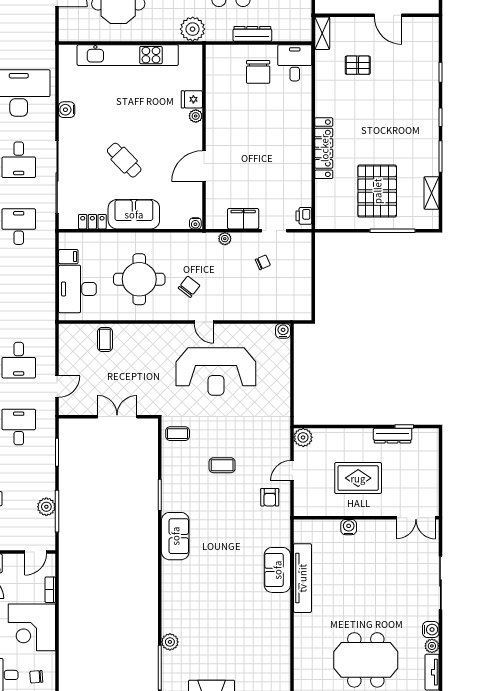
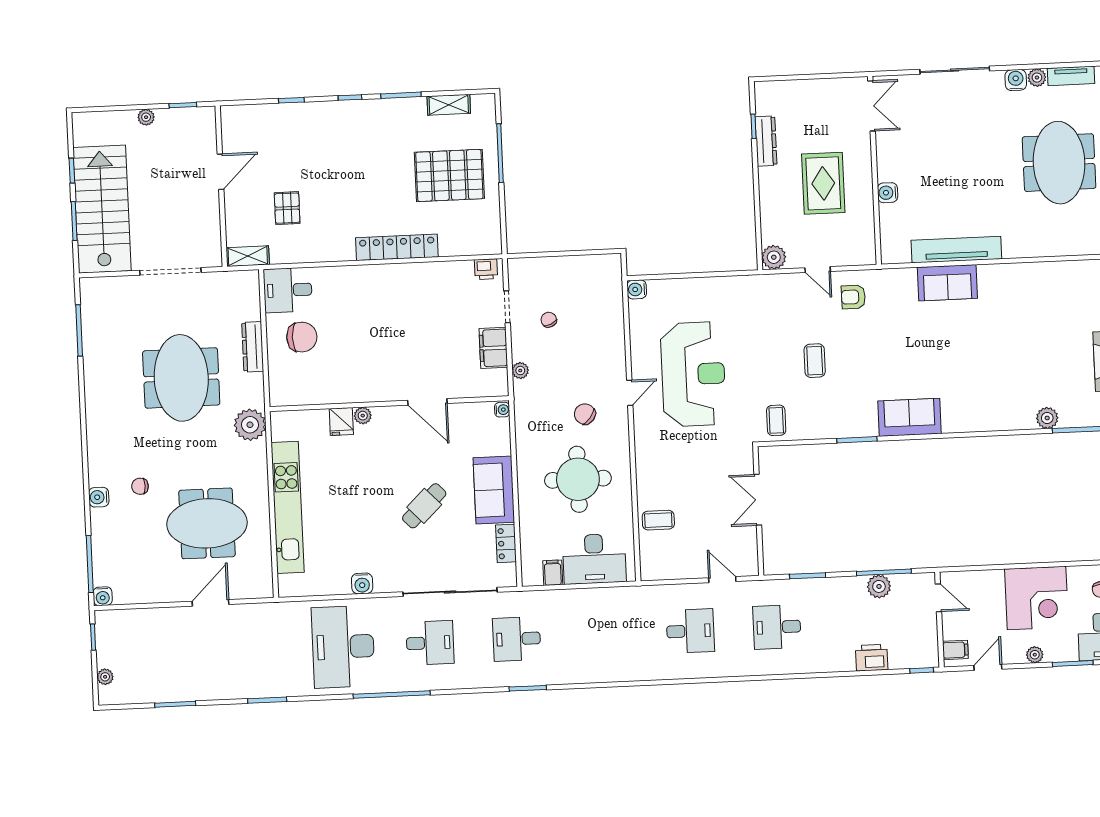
armchair: (270, 497) -> (853, 297), turned 180
bookcase: (50, 590) -> (986, 576), removed

